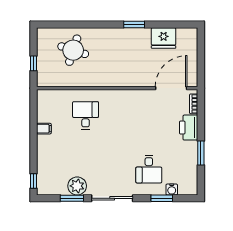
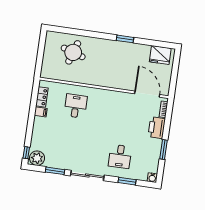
fridge: (164, 38) -> (160, 55), moved
window: (33, 63) -> (40, 58), removed
door: (171, 88) -> (147, 94), hinge flipped
locker: (43, 110) -> (42, 97), added
plant: (77, 186) -> (37, 158), moved
water cooler: (172, 190) -> (152, 178), moved

